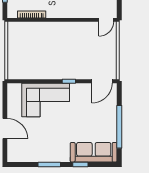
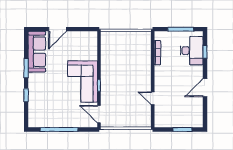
door: (106, 20) -> (153, 98), moved
corner sofa: (46, 100) -> (83, 82), moved
sofa: (94, 152) -> (37, 52), moved

